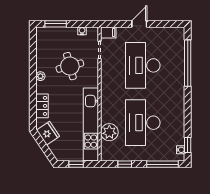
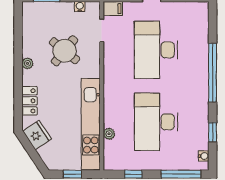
window: (188, 63) -> (213, 73), moved
round table: (70, 66) -> (65, 51), turned -36
plant: (109, 132) -> (109, 134), width x0.53, depth x0.53
window: (188, 145) -> (213, 132), moved

